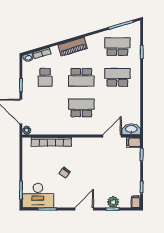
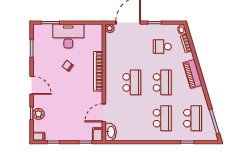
school desk: (81, 77) -> (162, 82), turned 180
door: (112, 136) -> (104, 113), swing flipped
bookcase: (51, 142) -> (98, 71), moved
desk: (38, 195) -> (68, 36), moved, turned 90

